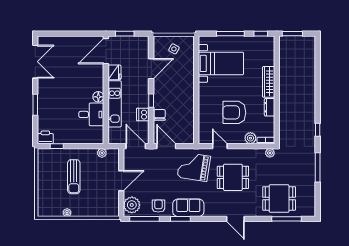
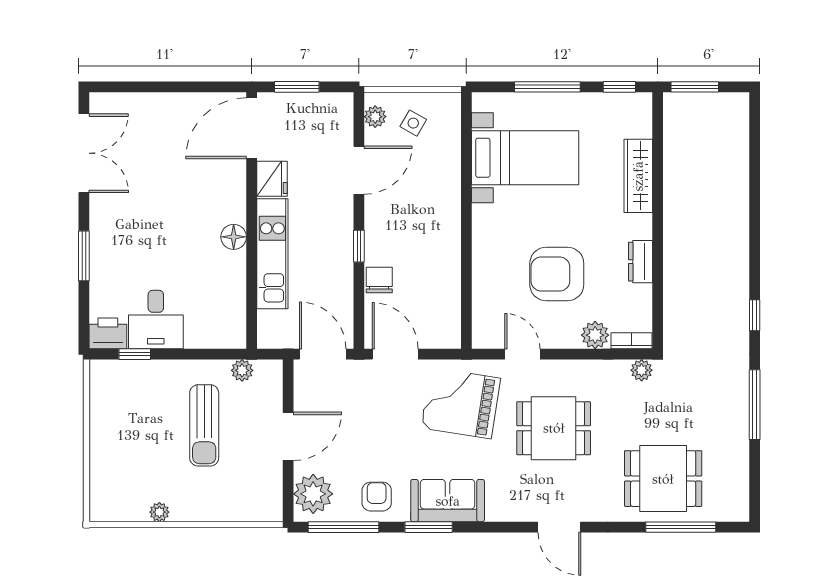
plant: (158, 46) -> (375, 117), added
wardrobe: (269, 82) -> (638, 176), moved
desk: (91, 114) -> (156, 320), moved, turned 90
dishwasher: (143, 115) -> (339, 279), removed
sun lounger: (74, 177) -> (204, 425), moved

